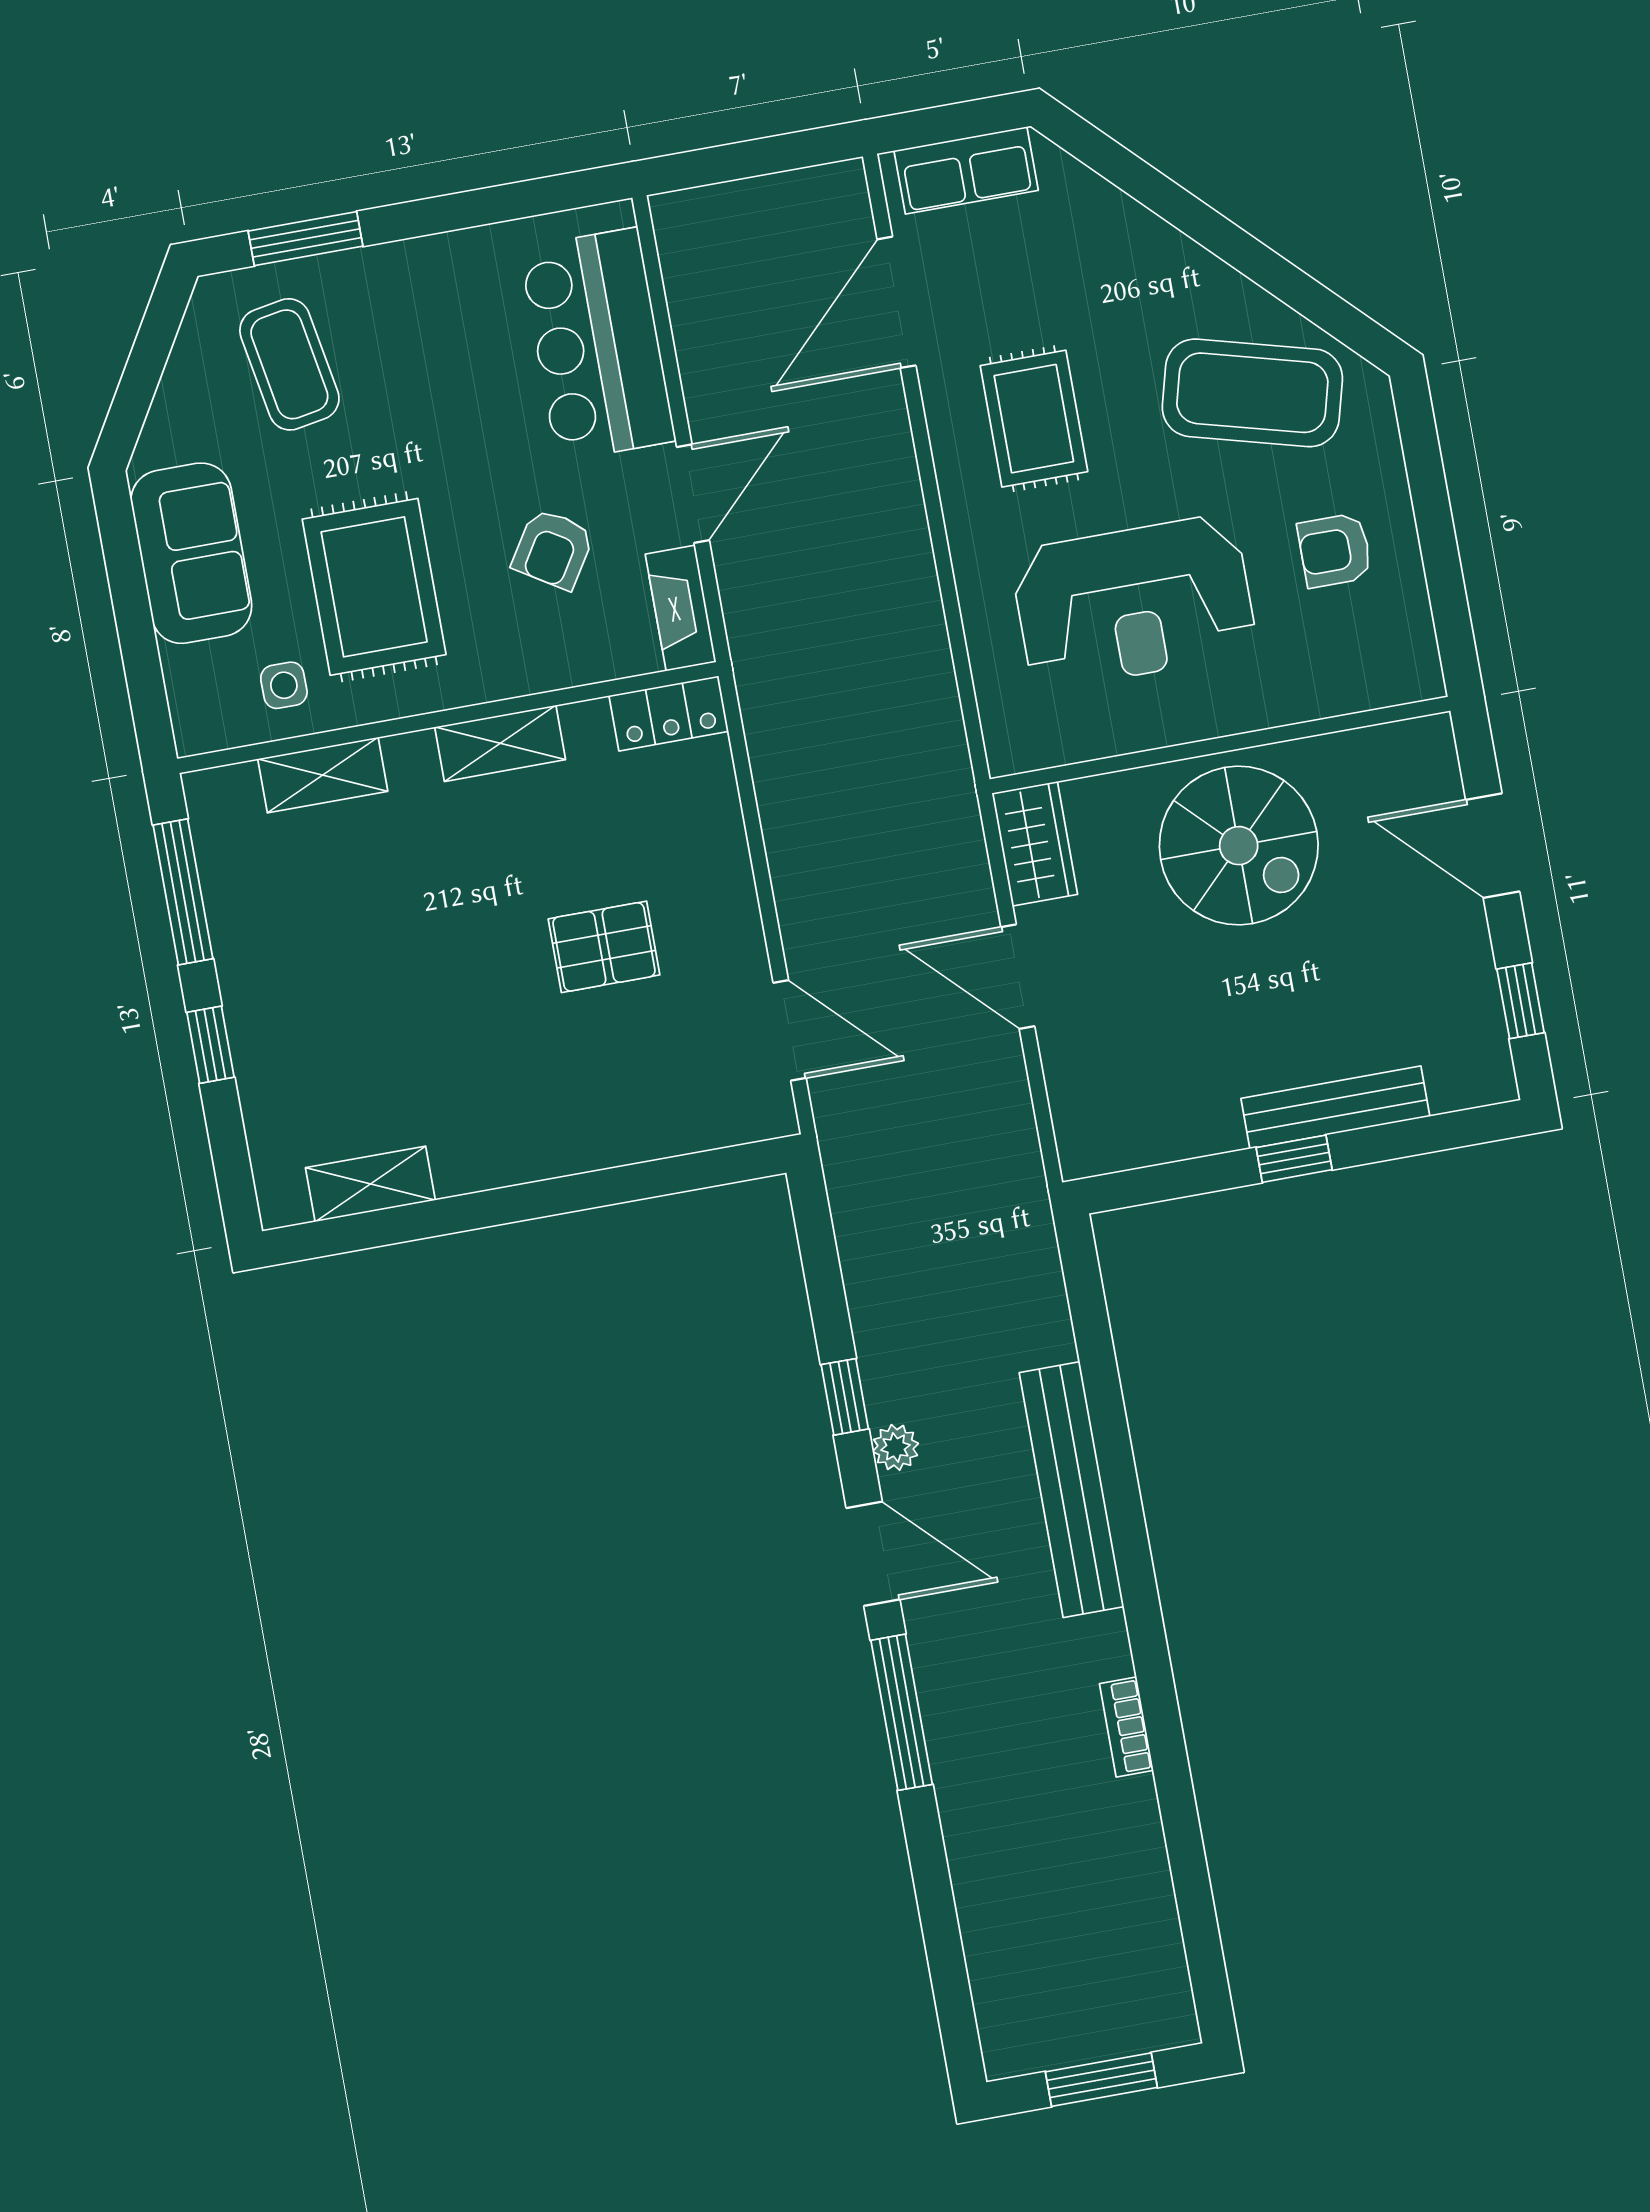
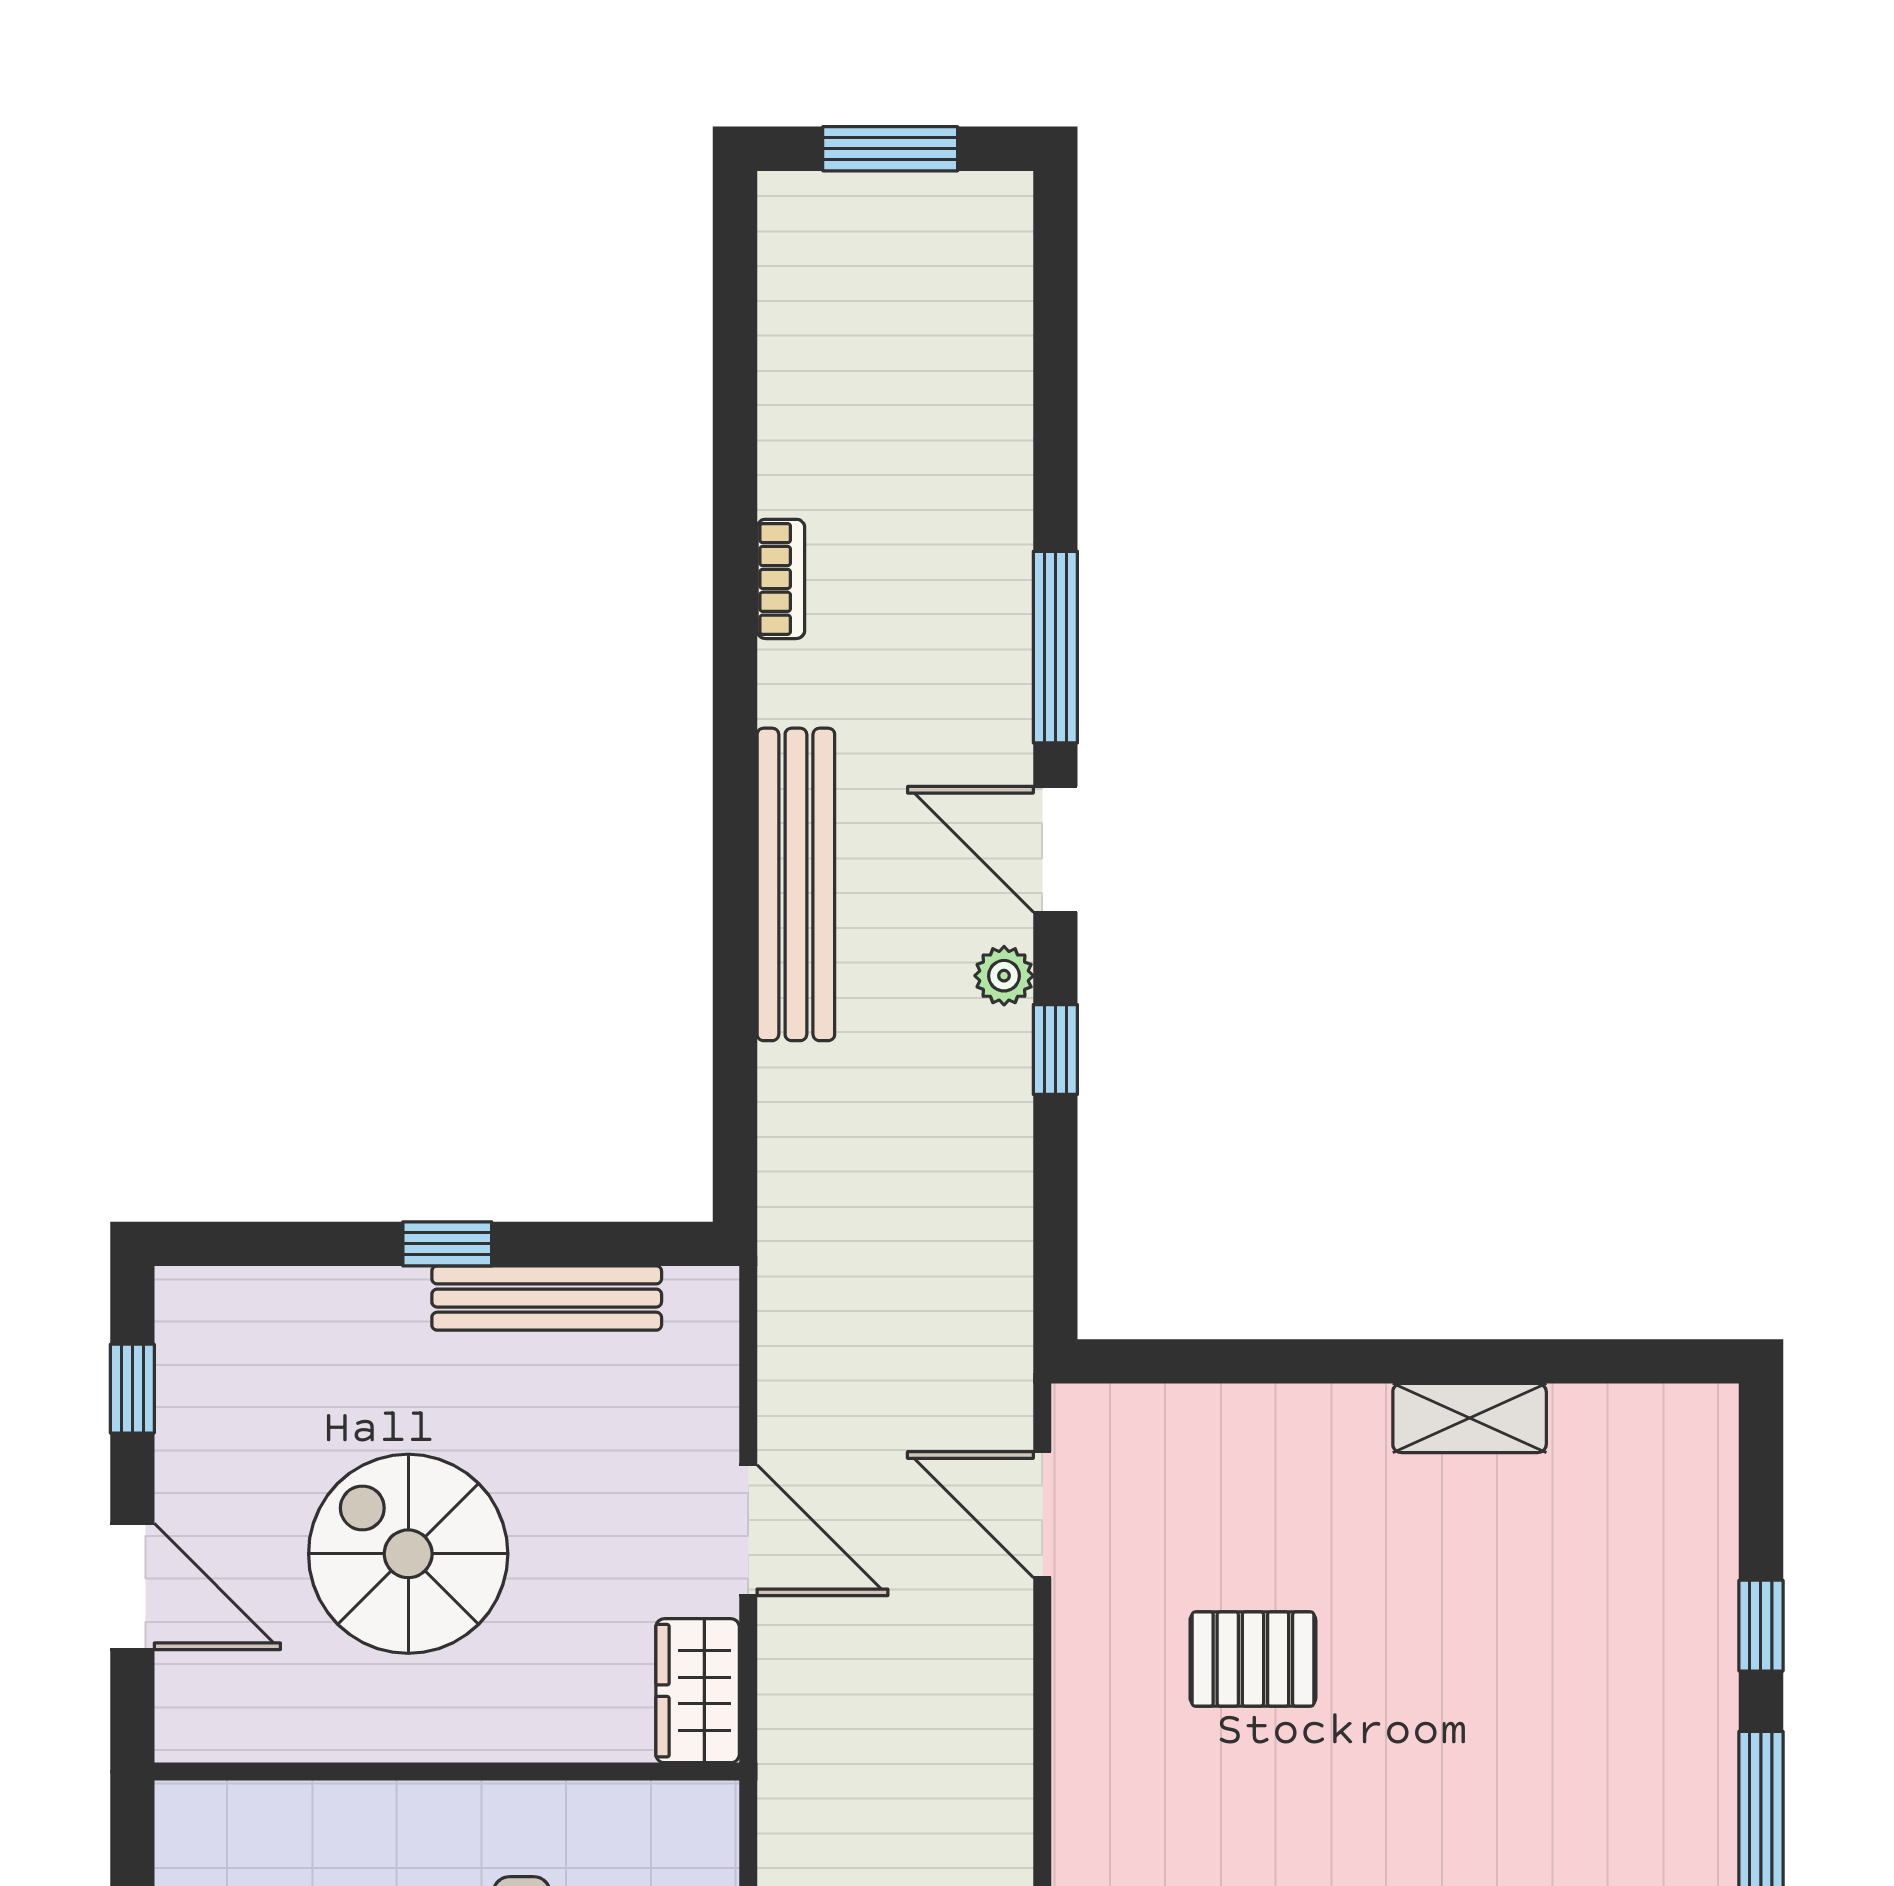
spiral stairs: (1239, 846) -> (408, 1554), moved
bench: (1335, 1107) -> (547, 1298), moved
shelving: (370, 1184) -> (1470, 1418), moved

